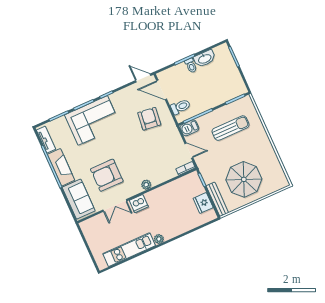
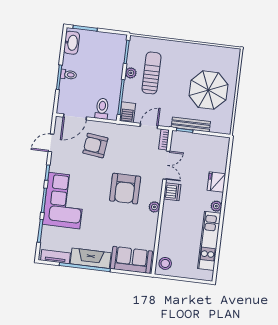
washbasin: (205, 59) -> (72, 43), moved
door: (143, 78) -> (51, 143), moved
plant: (221, 112) -> (131, 73), added
armchair: (107, 175) -> (125, 189), moved
plant: (146, 185) -> (154, 207), moved
bench: (217, 199) -> (191, 124), moved
fridge: (203, 203) -> (216, 182), moved, turned 90
dishwasher: (139, 204) -> (172, 192), moved
double door: (115, 205) -> (166, 165), moved
stool: (92, 227) -> (165, 263), added

